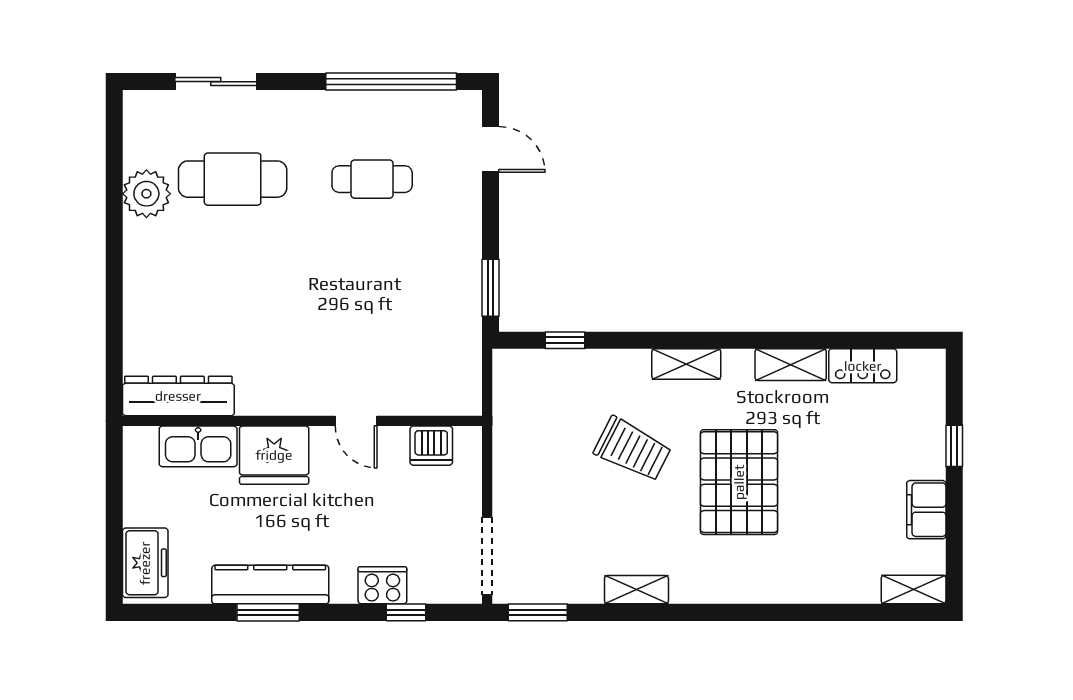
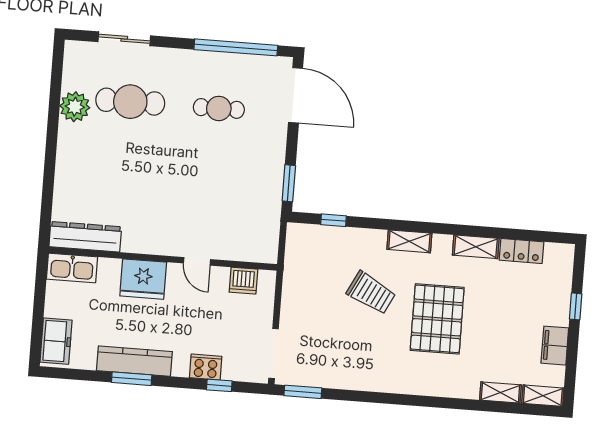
door: (490, 149) -> (296, 95), width x1.87
kitchen sink: (198, 446) -> (72, 268), moved
shelving: (636, 590) -> (500, 392), moved

